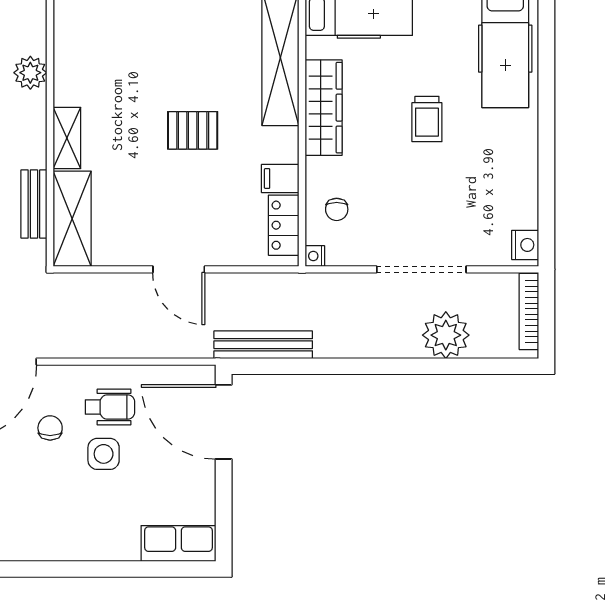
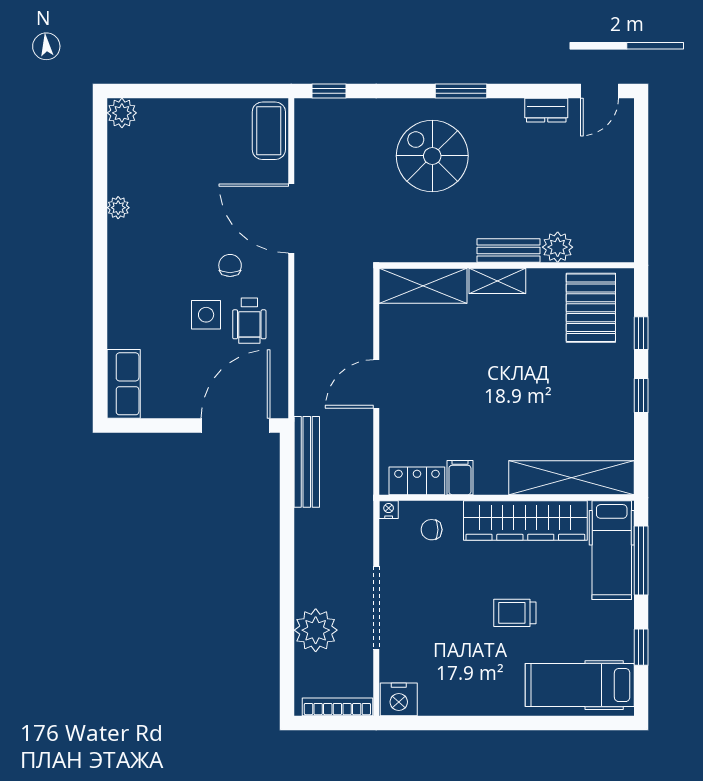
wardrobe: (324, 108) -> (525, 521), width x1.40, depth x1.17
pallet: (193, 130) -> (591, 308), moved, width x1.50, depth x1.42
bench: (34, 204) -> (509, 251), moved
nightstand: (525, 245) -> (399, 699), width x1.36, depth x1.33
chair: (50, 428) -> (230, 265), turned -90

